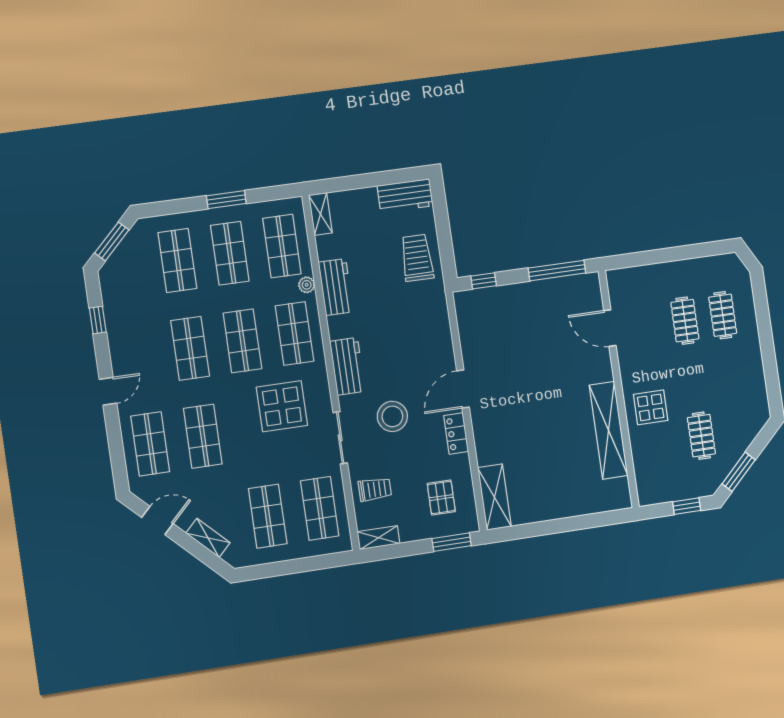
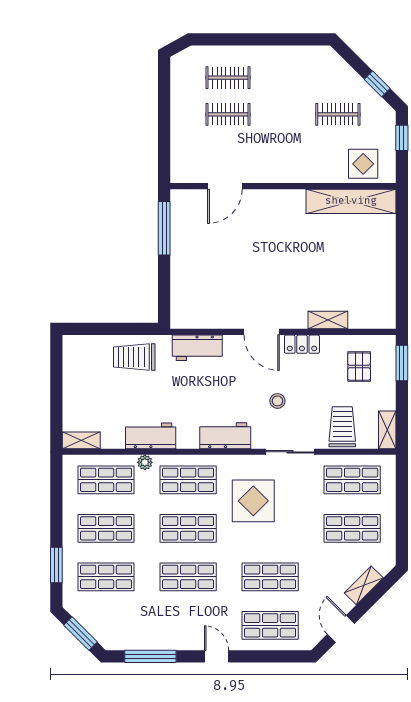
workbench: (405, 196) -> (197, 348), moved, turned 90
window: (226, 200) -> (56, 565), moved
window: (484, 281) -> (164, 298), removed
window: (98, 320) -> (150, 656), width x2.17
display table: (651, 407) -> (363, 164), moved
stool: (392, 416) -> (277, 401), width x0.53, depth x0.53
shelving: (609, 430) -> (351, 201), moved
window: (739, 472) -> (377, 84), width x0.67
trolley: (375, 489) -> (342, 427), width x1.36, depth x1.39
shelving: (494, 497) -> (328, 320), moved, width x0.67, depth x0.75
pallet: (441, 498) -> (359, 367), turned 90

